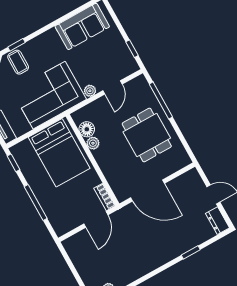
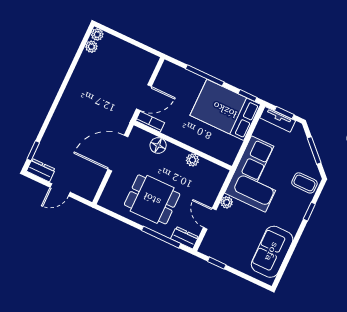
window: (16, 45) -> (309, 212), moved
dresser: (143, 87) -> (185, 238), added
floor lamp: (87, 129) -> (158, 145), moved
bed: (59, 153) -> (225, 110), moved
door: (96, 219) -> (144, 98), swing flipped
window: (191, 252) -> (33, 151), moved

